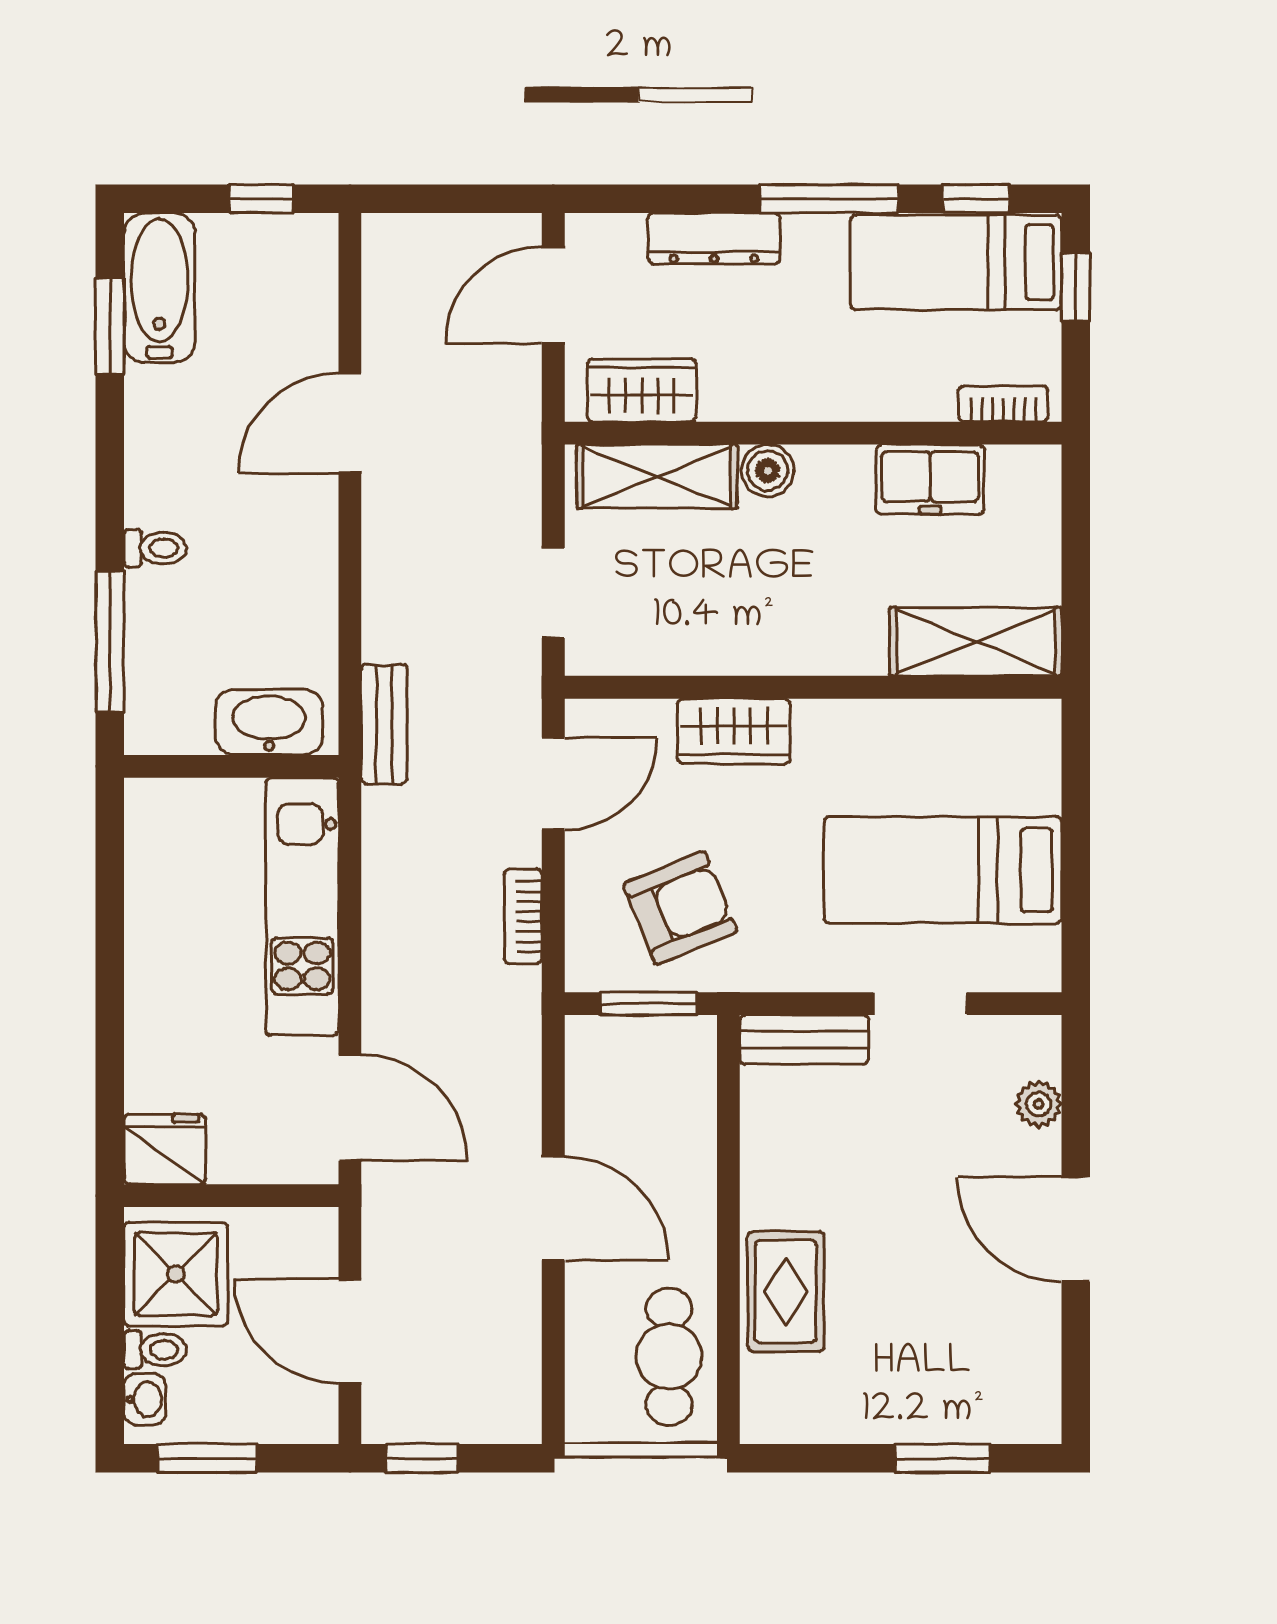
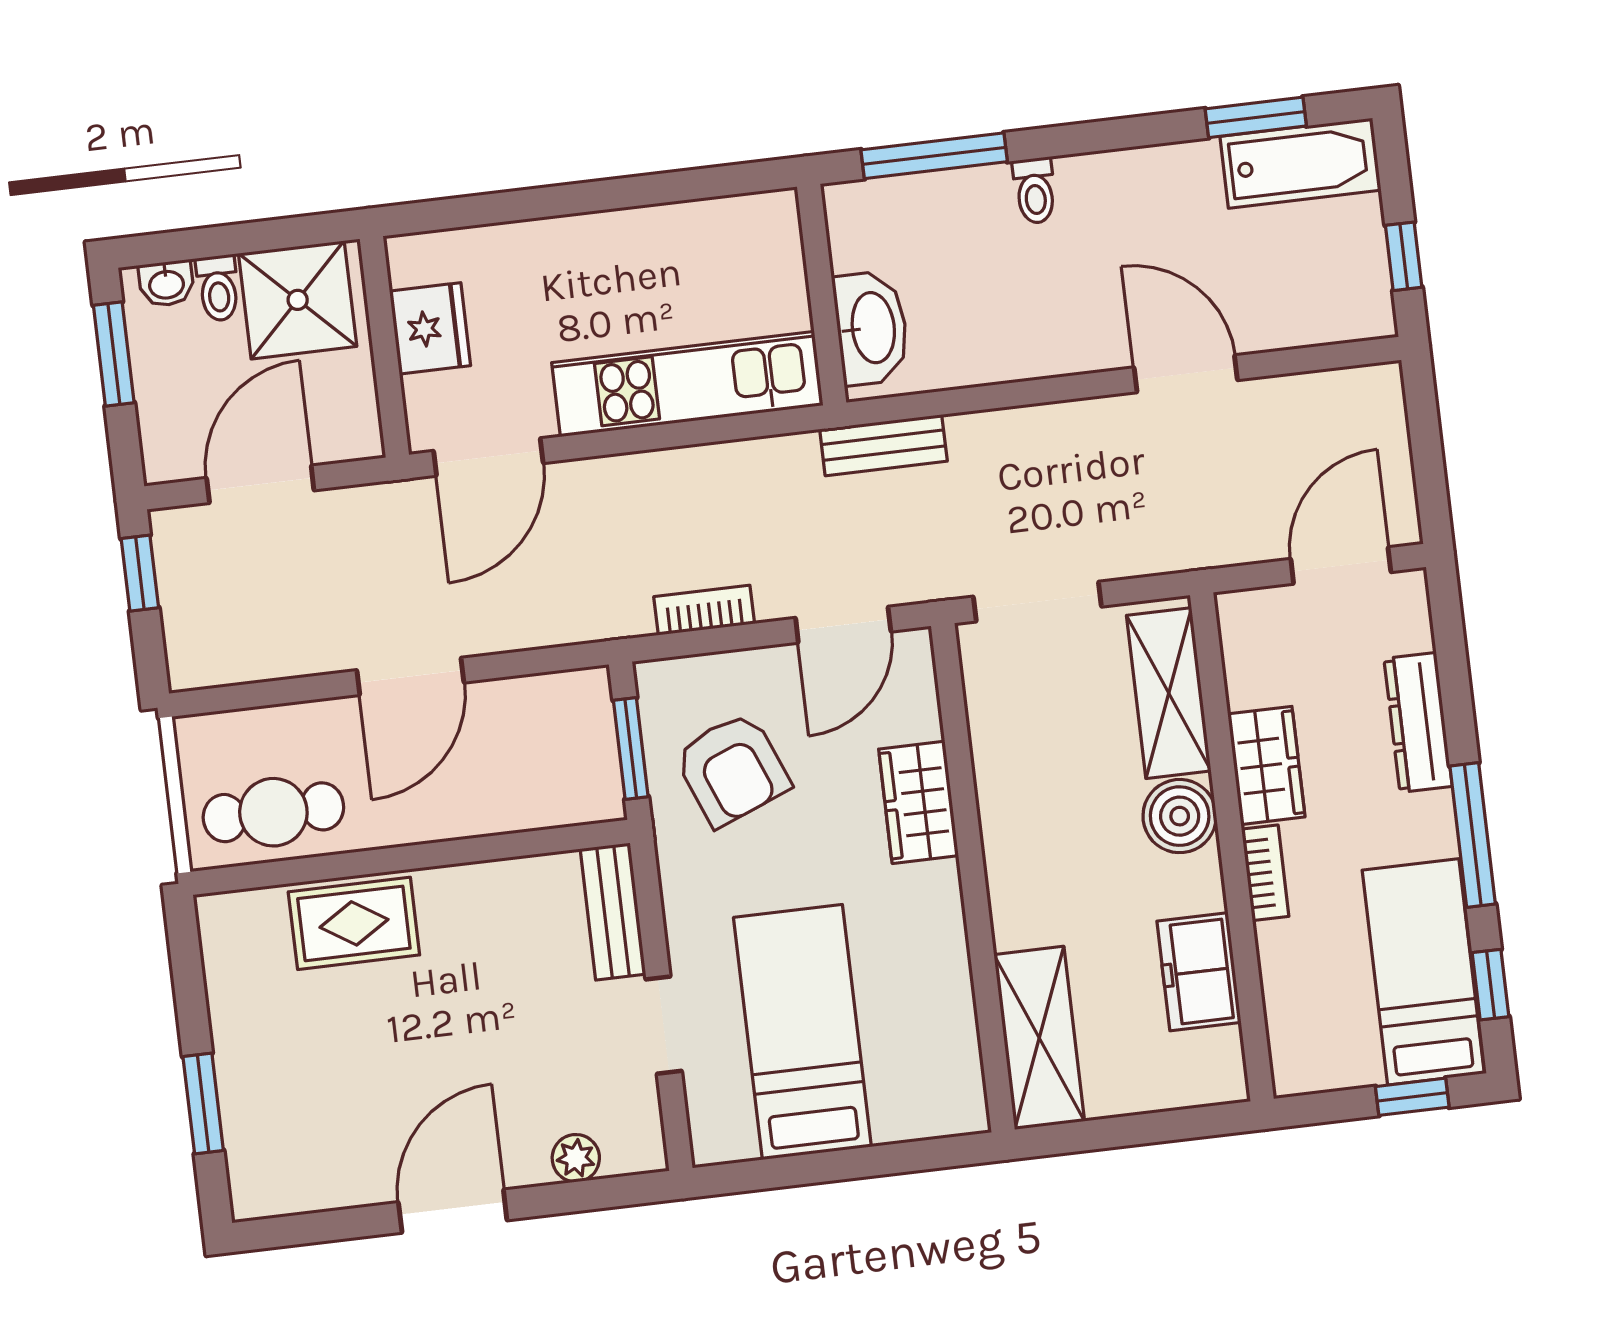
door: (553, 295) -> (1341, 565), hinge flipped
wardrobe: (642, 390) -> (1266, 765), moved
bookcase: (1003, 404) -> (1265, 873), moved
boiler: (768, 471) -> (1180, 816), width x1.36, depth x1.36
doorway: (553, 593) -> (1037, 602), width x1.38
door: (553, 784) -> (843, 625), hinge flipped
fridge: (165, 1149) -> (430, 328), moved

